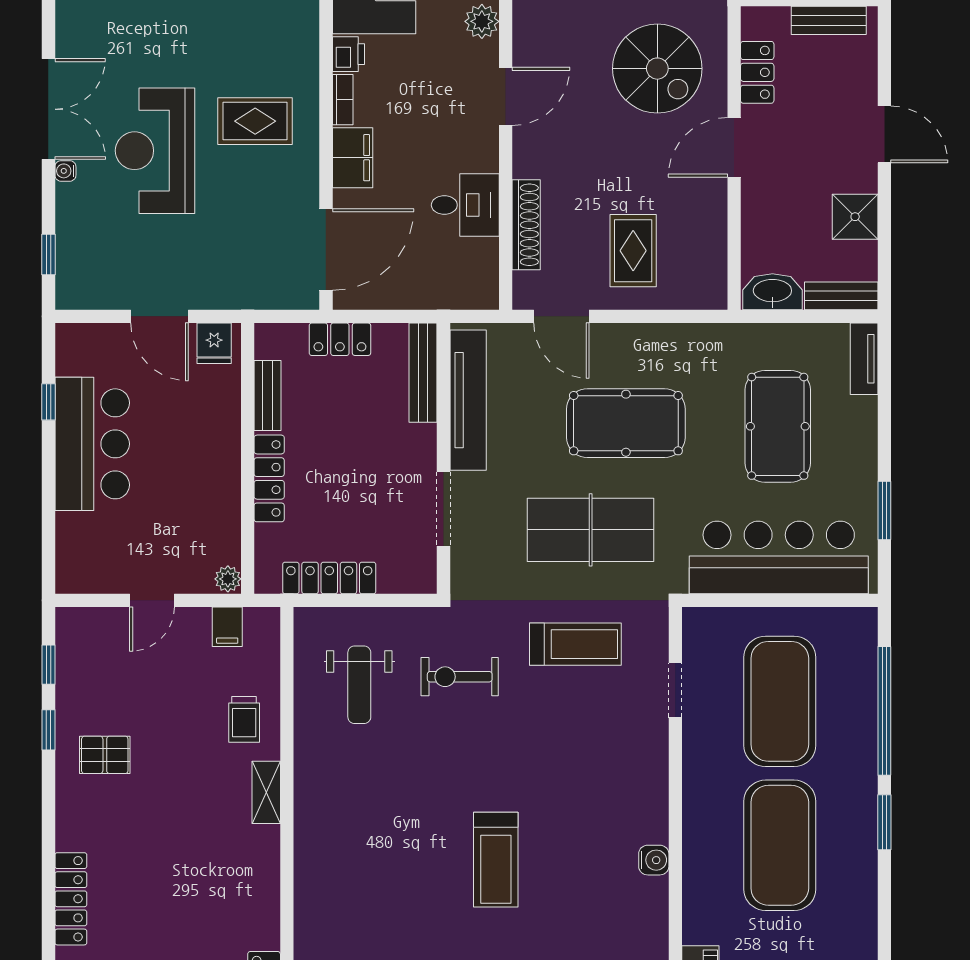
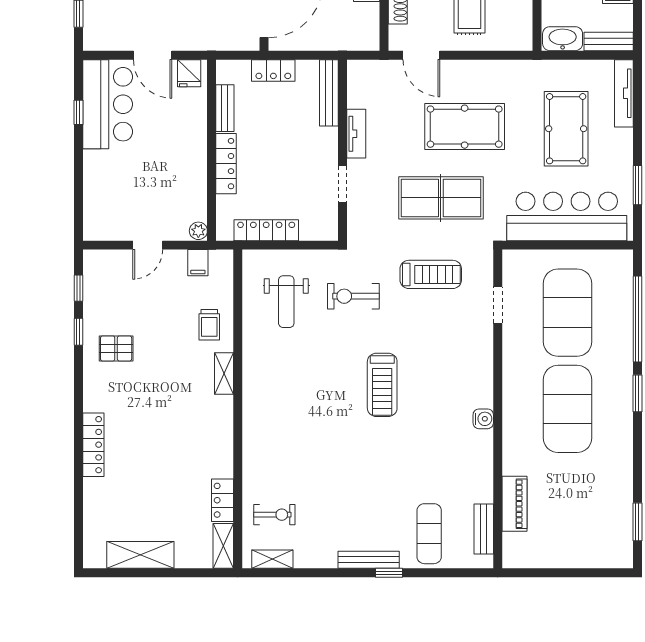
tv unit: (864, 359) -> (624, 93), width x1.41
tv unit: (468, 400) -> (356, 134), width x0.52, depth x0.78
bar counter: (92, 444) -> (108, 104), moved
doorway: (444, 509) -> (343, 184), width x0.73
treadmill: (496, 860) -> (382, 385), moved

